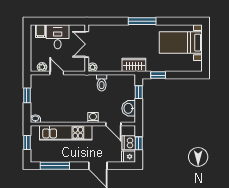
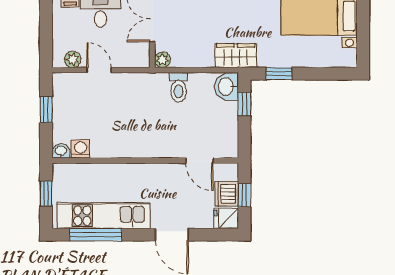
washbasin: (129, 108) -> (227, 86), moved
washing machine: (93, 117) -> (81, 149), moved
kitchen unit: (66, 133) -> (104, 216), moved, turned 180

